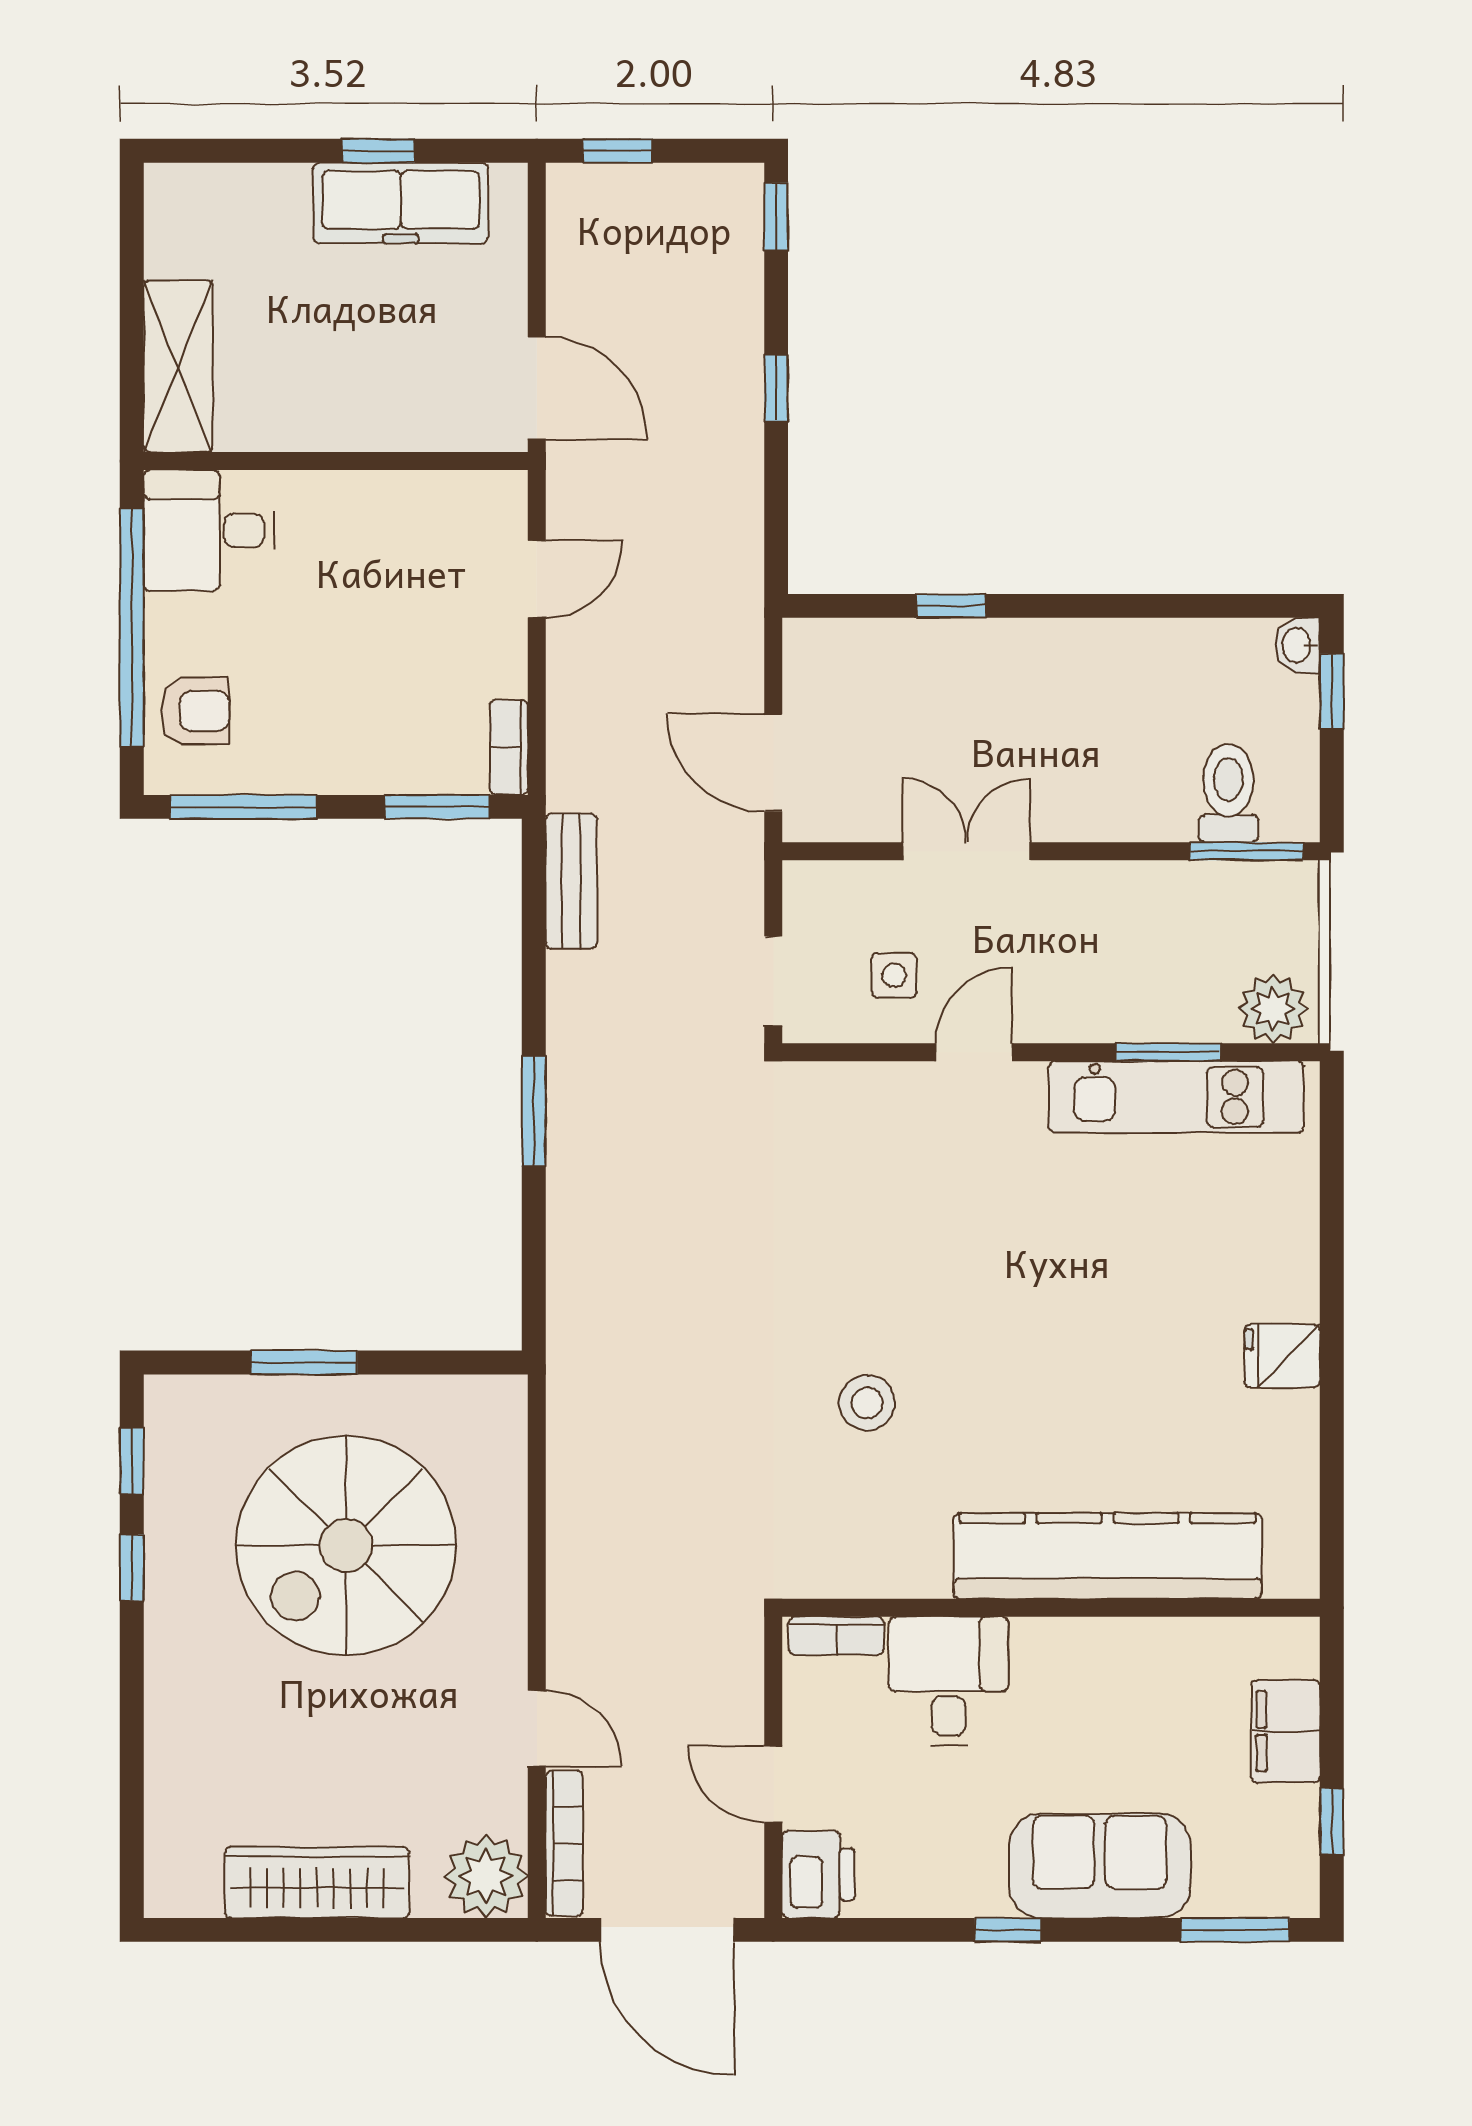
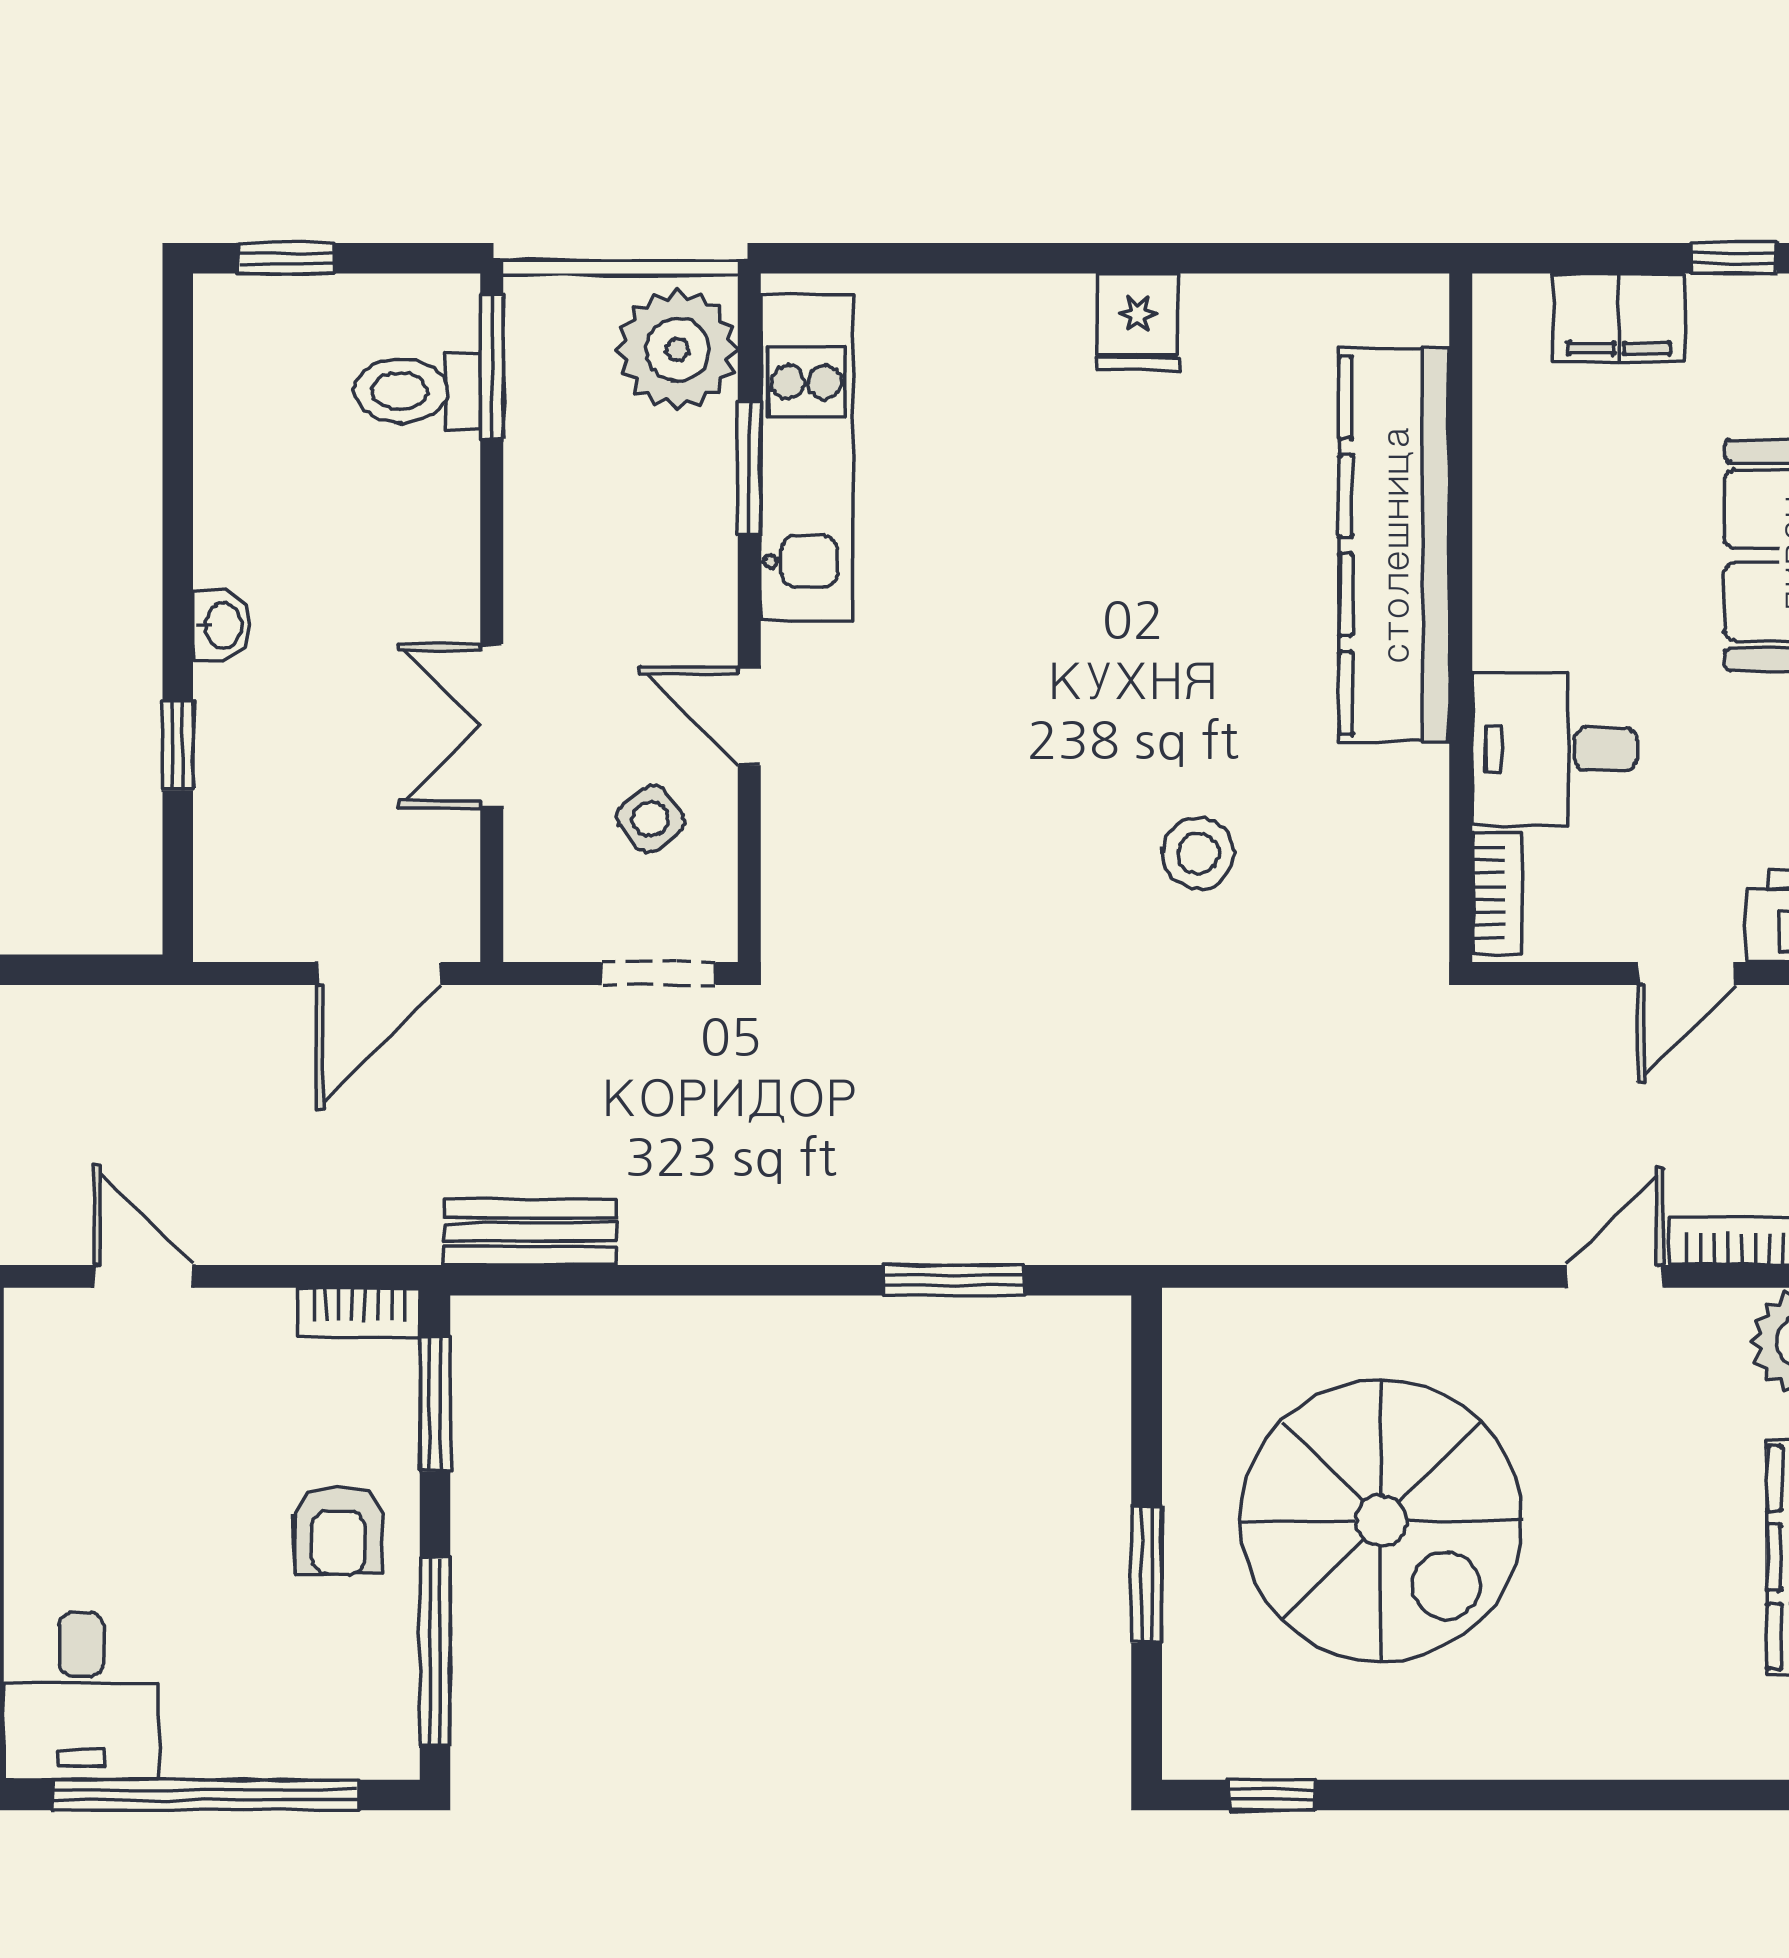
washbasin: (1298, 645) -> (221, 626), moved, turned -90
armchair: (195, 711) -> (338, 1530), moved, turned 180
side table: (894, 975) -> (651, 819), turned -37
plant: (1273, 1009) -> (677, 350), width x1.36, depth x1.36
window: (534, 1111) -> (954, 1280), moved
window: (132, 1567) -> (1409, 1795), removed

